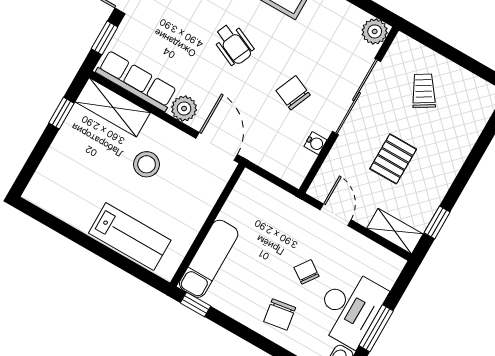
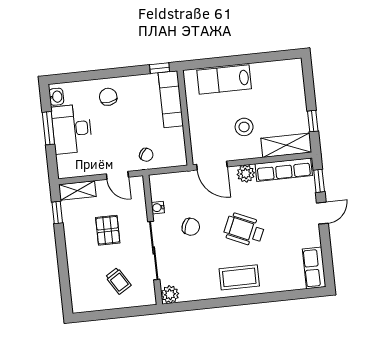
wheelchair: (233, 44) -> (244, 230), width x1.36, depth x1.37
chair: (307, 272) -> (146, 155), moved

